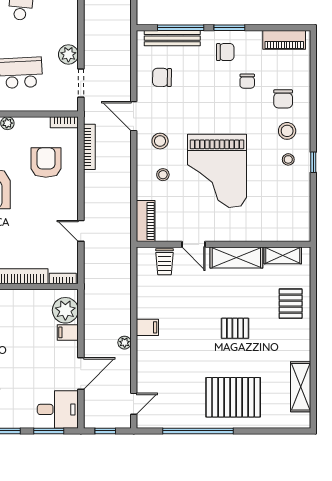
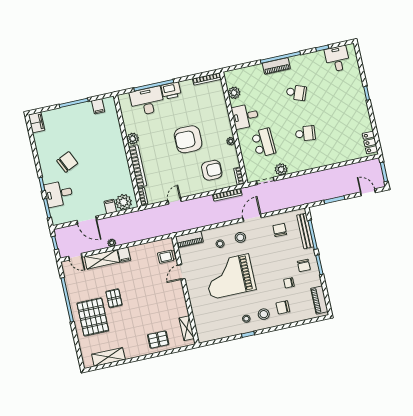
shelving: (236, 258) -> (102, 259), moved, turned 90
pallet: (235, 328) -> (114, 298), moved
desk: (58, 409) -> (59, 194), moved, turned 90

